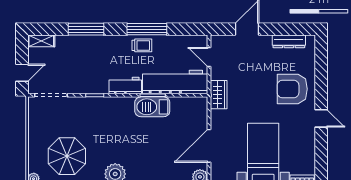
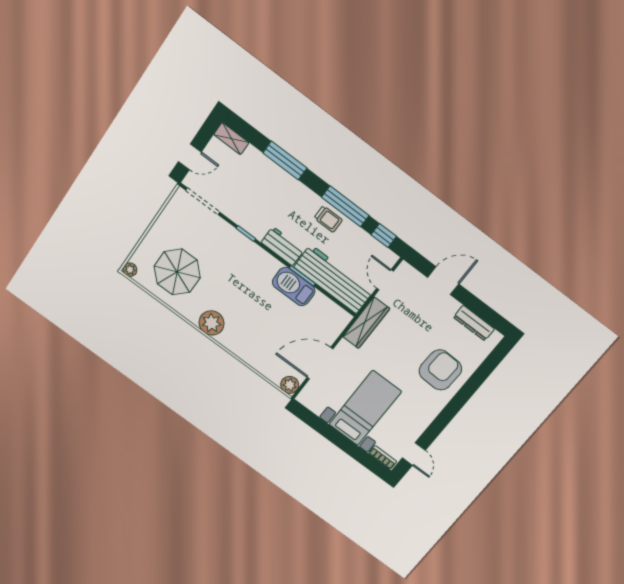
window: (186, 29) -> (384, 236), added
armchair: (292, 89) -> (440, 370), turned 92
wardrobe: (219, 95) -> (366, 323), width x1.50
door: (321, 118) -> (414, 454), moved

